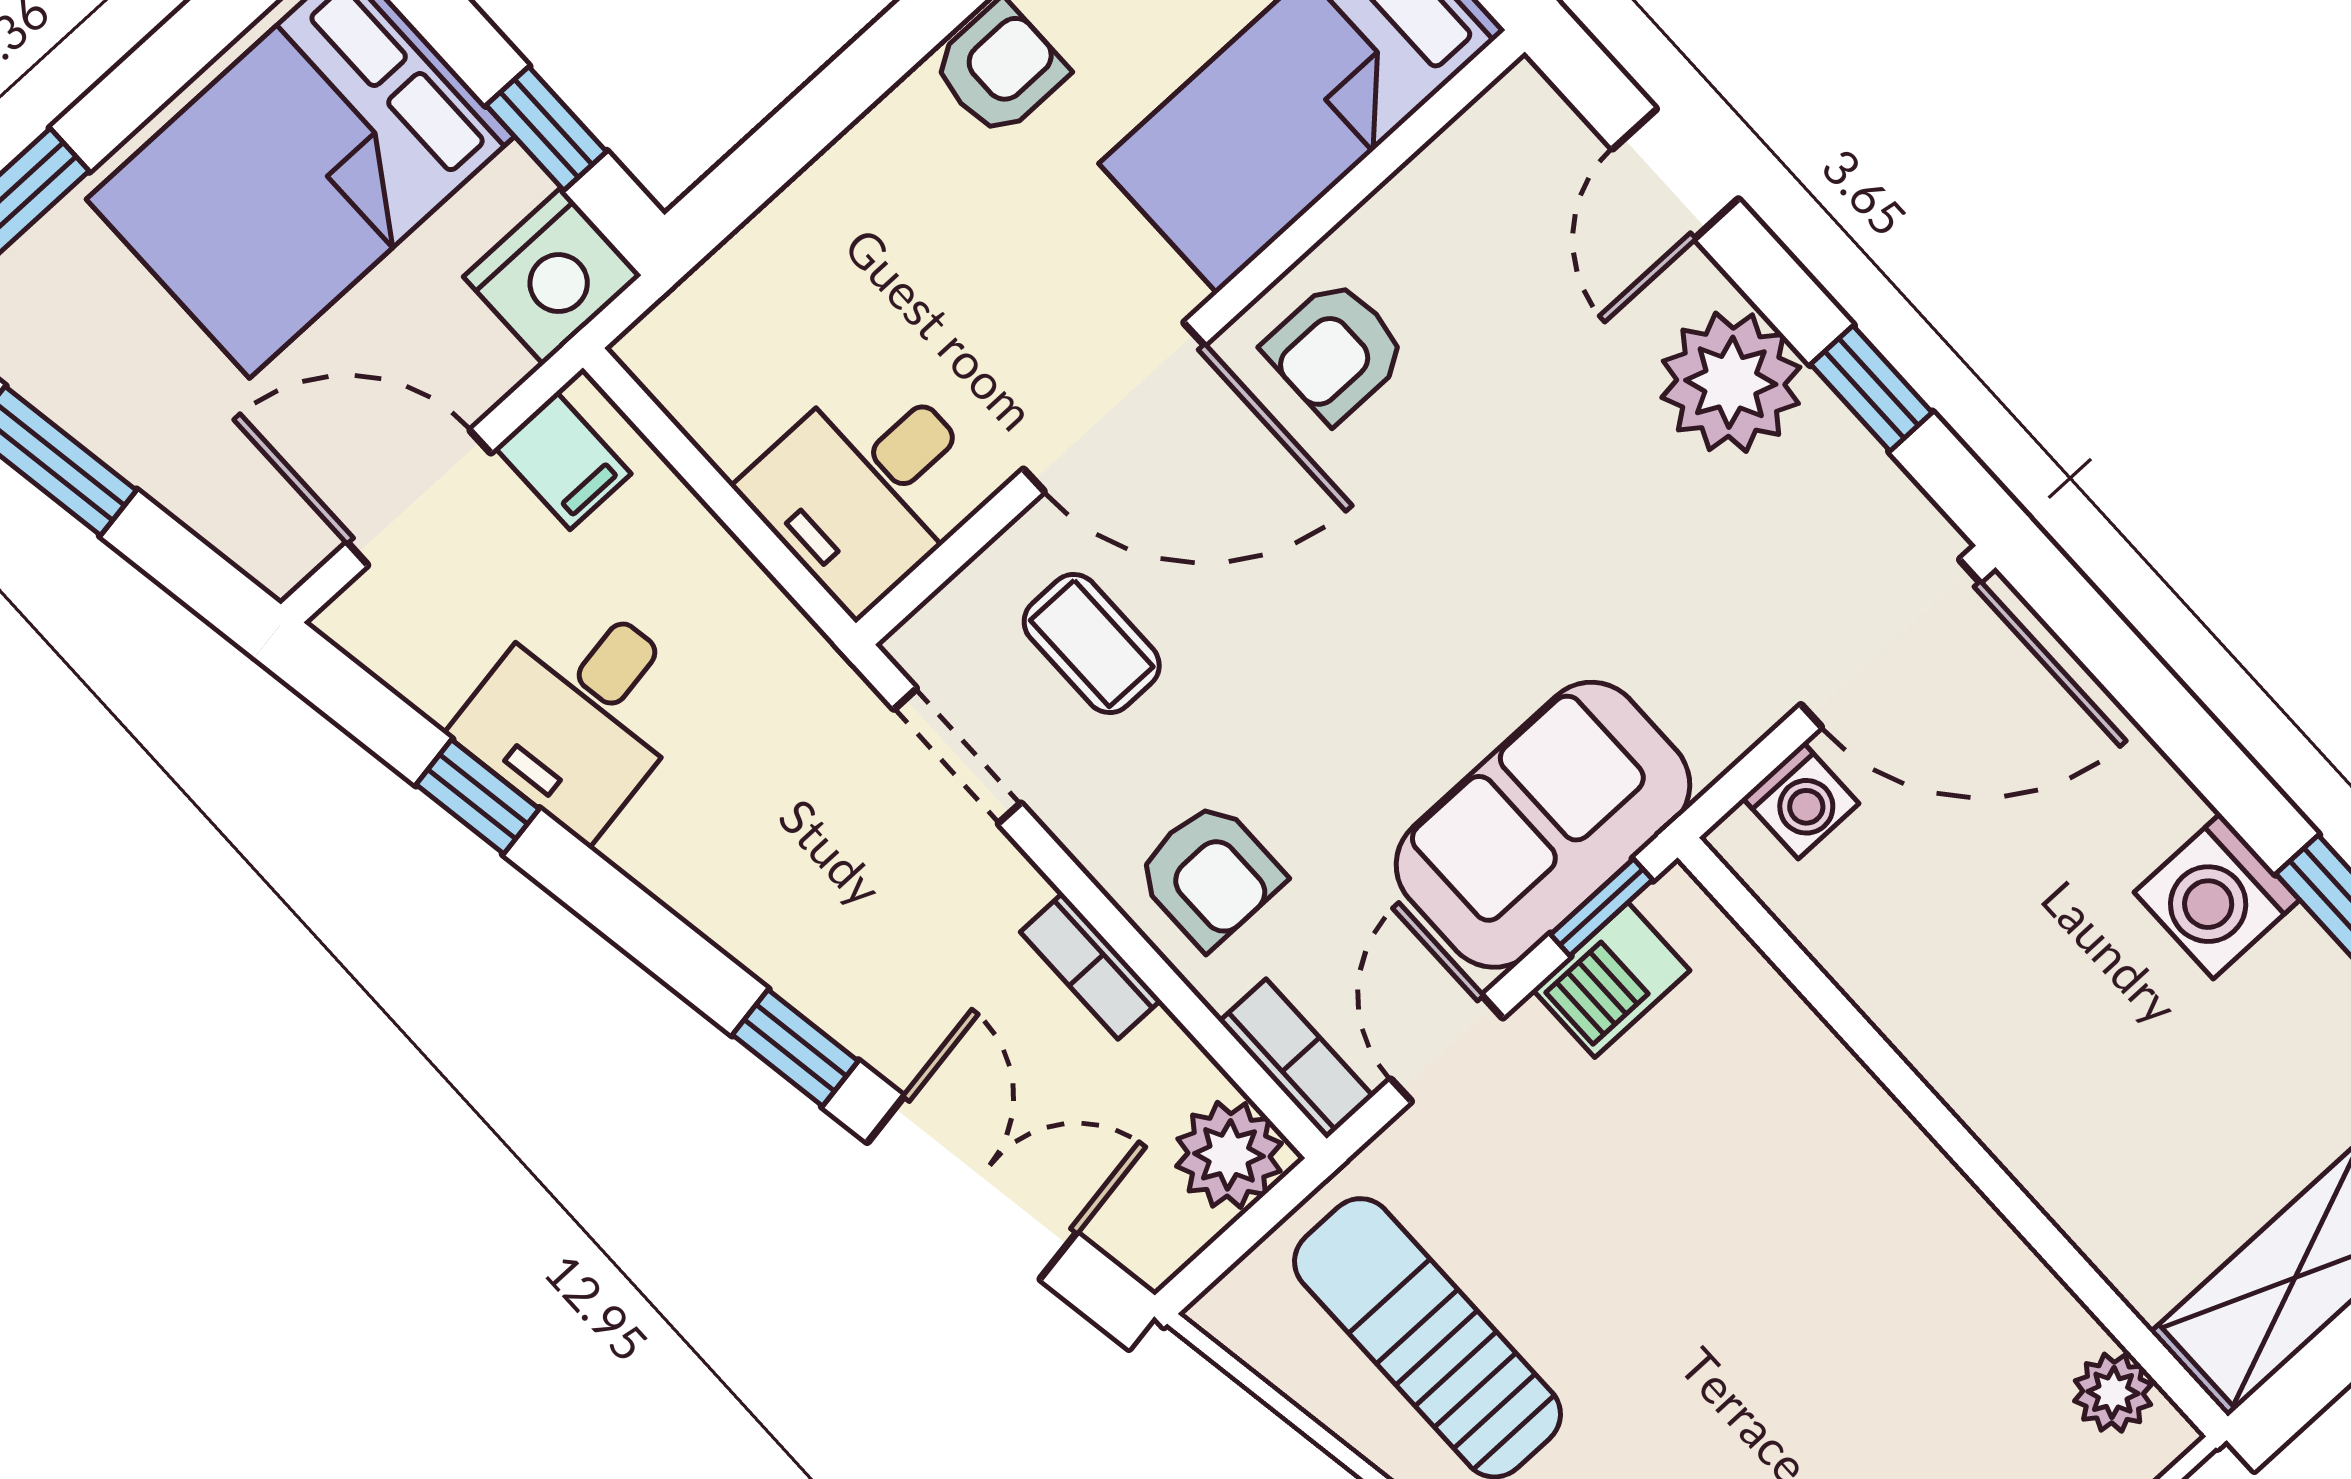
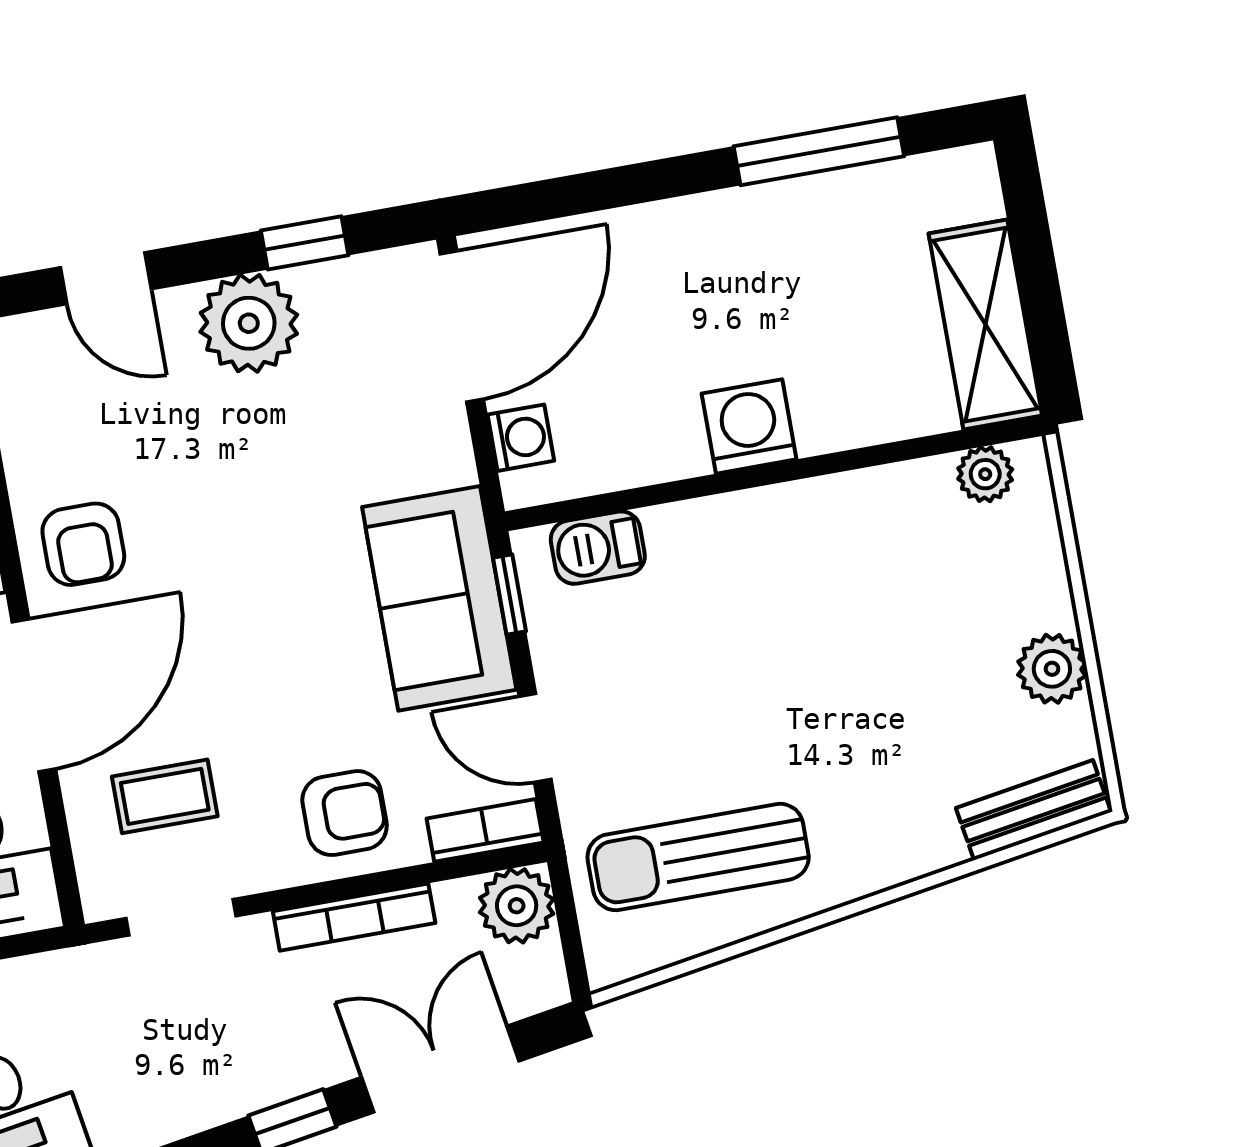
washing machine: (2217, 896) -> (749, 426), moved, turned 180
bookcase: (1090, 966) -> (354, 917), width x1.56
barbecue: (1611, 980) -> (598, 548), moved, turned 90

